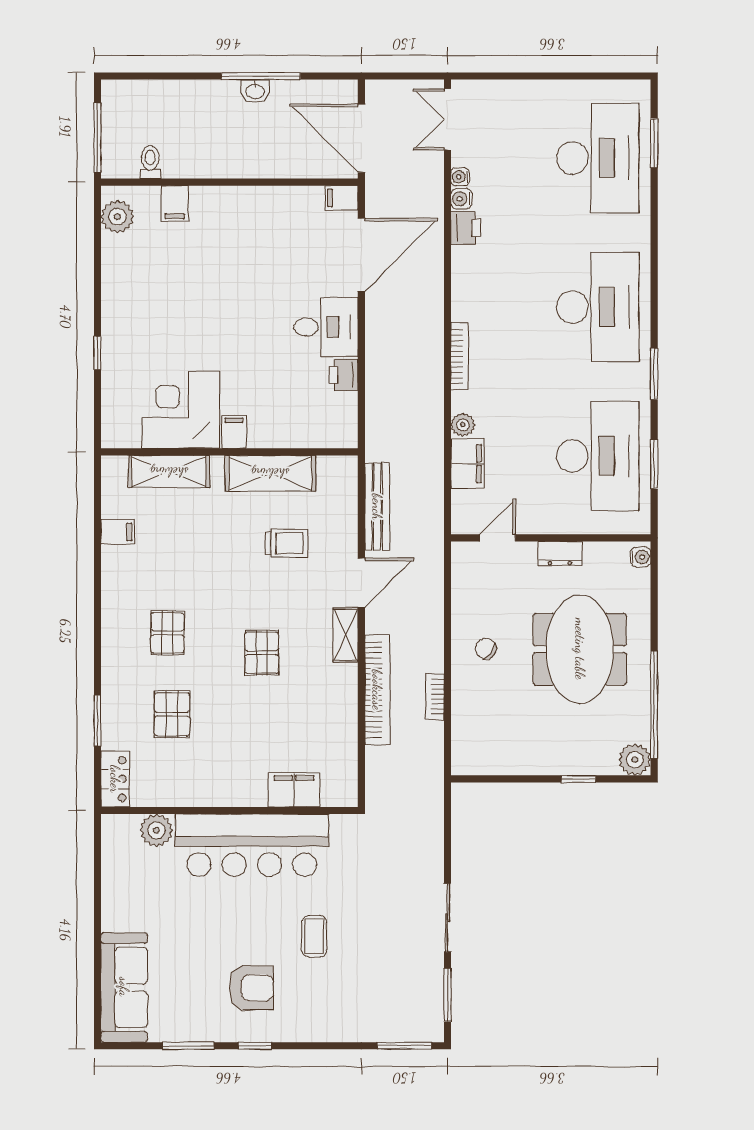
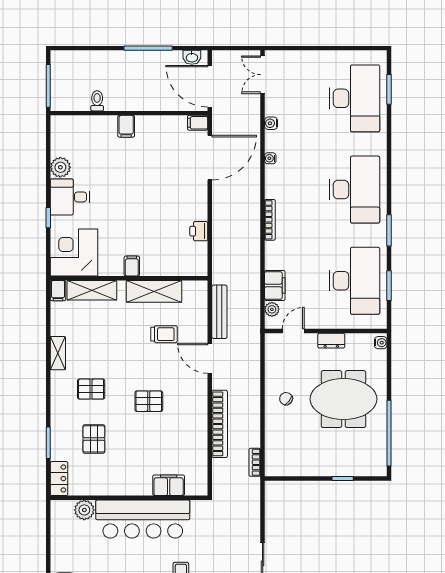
washbasin: (255, 91) -> (192, 57), moved
toilet: (150, 162) -> (97, 101), moved
water cooler: (460, 177) -> (270, 158), moved
filing cabinet: (175, 204) -> (126, 126), moved
plant: (117, 217) -> (60, 167), moved
printer: (466, 228) -> (274, 141), removed
desk: (326, 327) -> (70, 197), moved, turned 180
corner desk: (181, 410) -> (74, 253), moved
plant: (463, 425) -> (272, 309), moved
filing cabinet: (118, 532) -> (58, 291), moved, turned 90
door: (361, 583) -> (210, 358), swing flipped
pallet: (167, 633) -> (91, 389), turned 90
shelving: (346, 635) -> (58, 353), moved
meeting table: (580, 649) -> (343, 399), turned 90
pallet: (262, 653) -> (149, 401), turned 90
bookcase: (435, 697) -> (255, 462), moved
plant: (635, 760) -> (377, 467), removed

